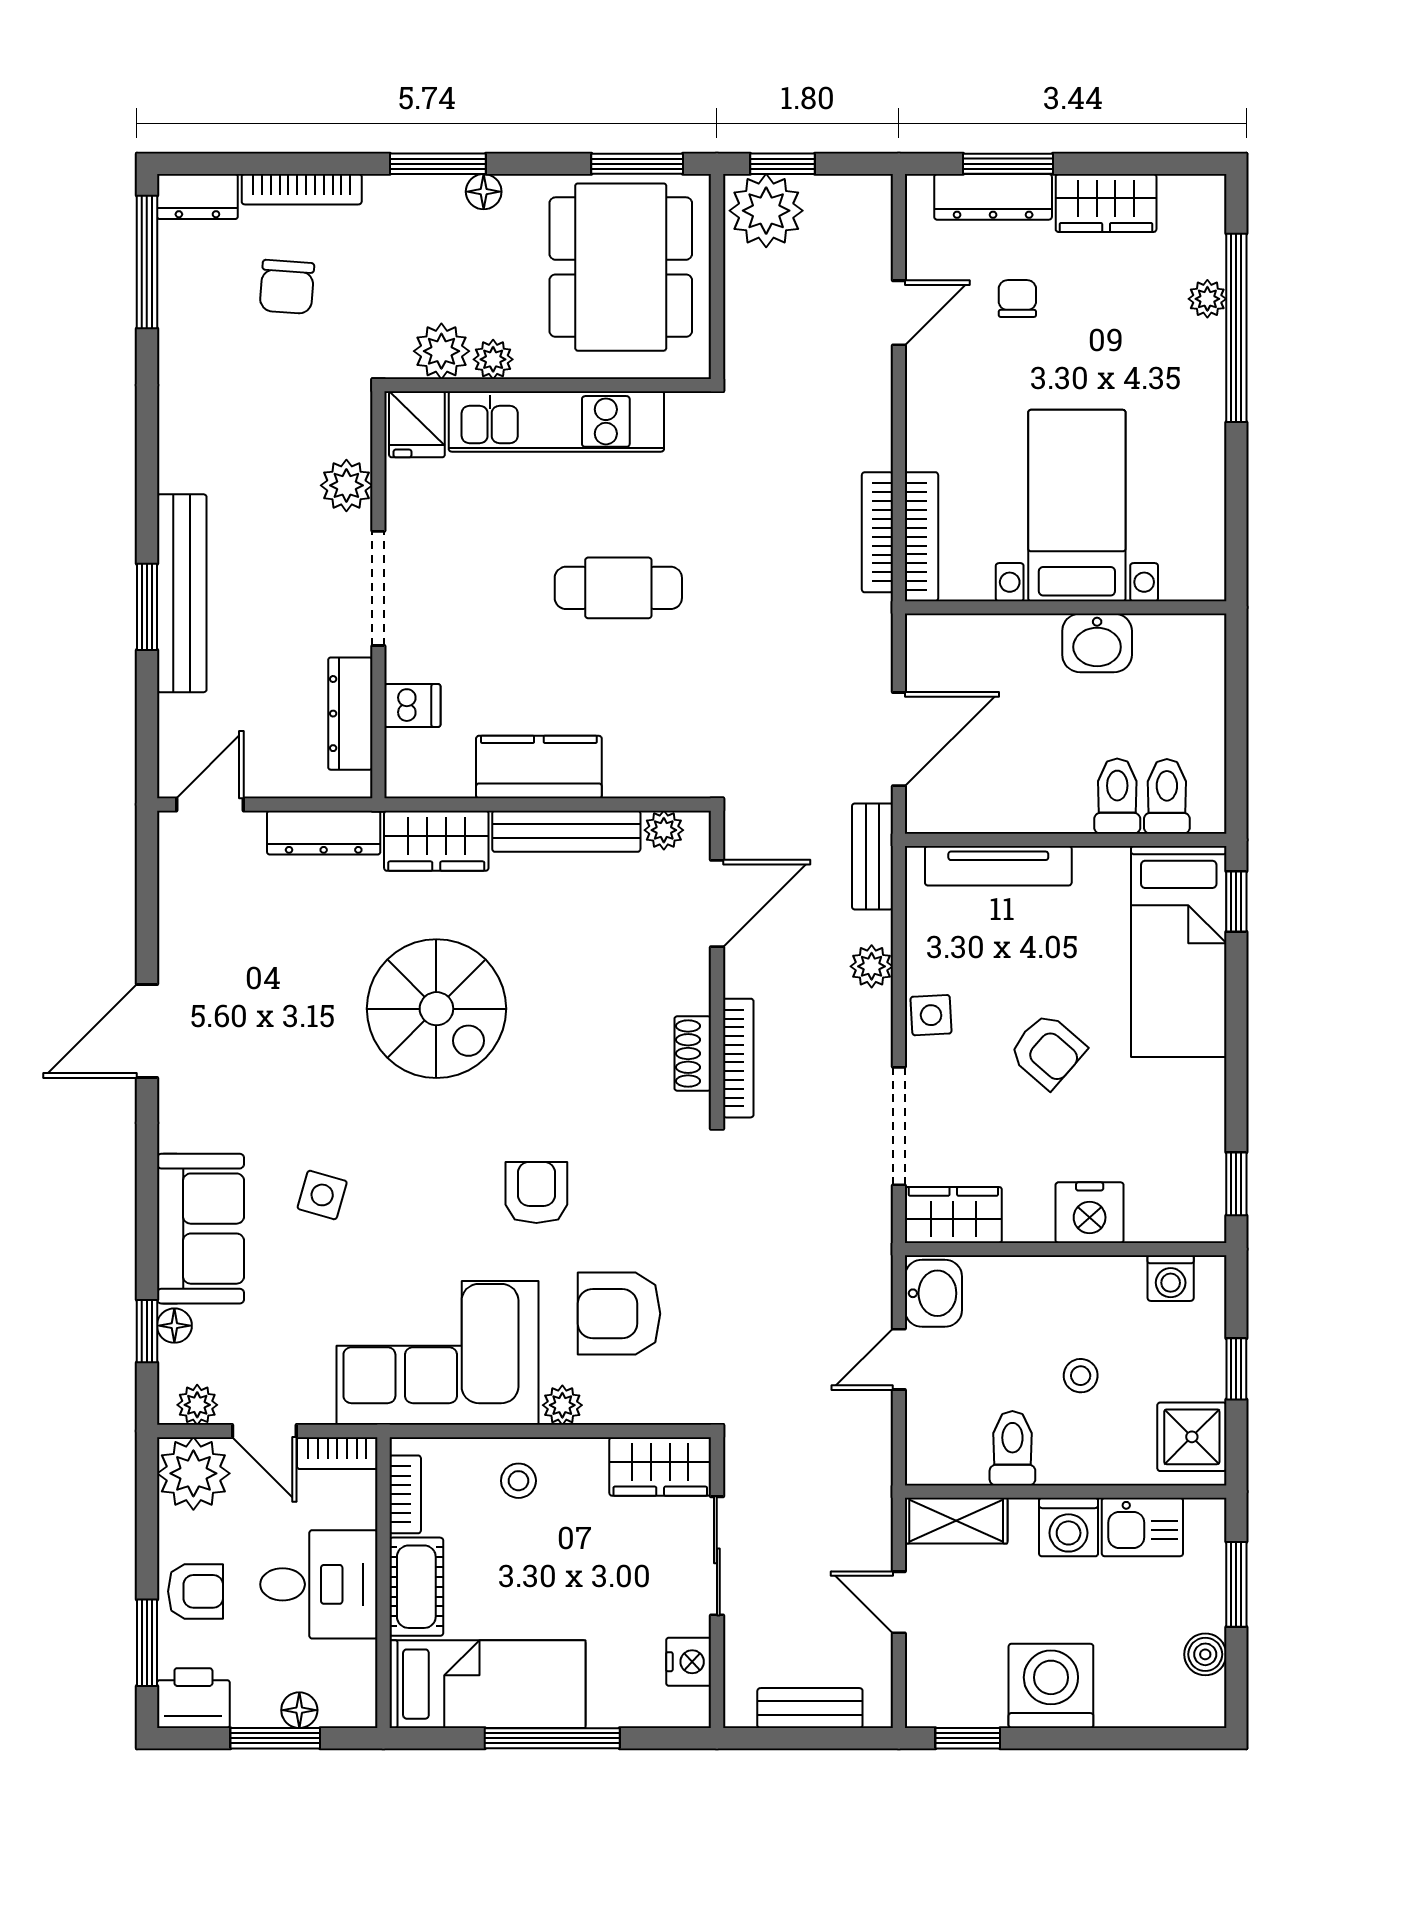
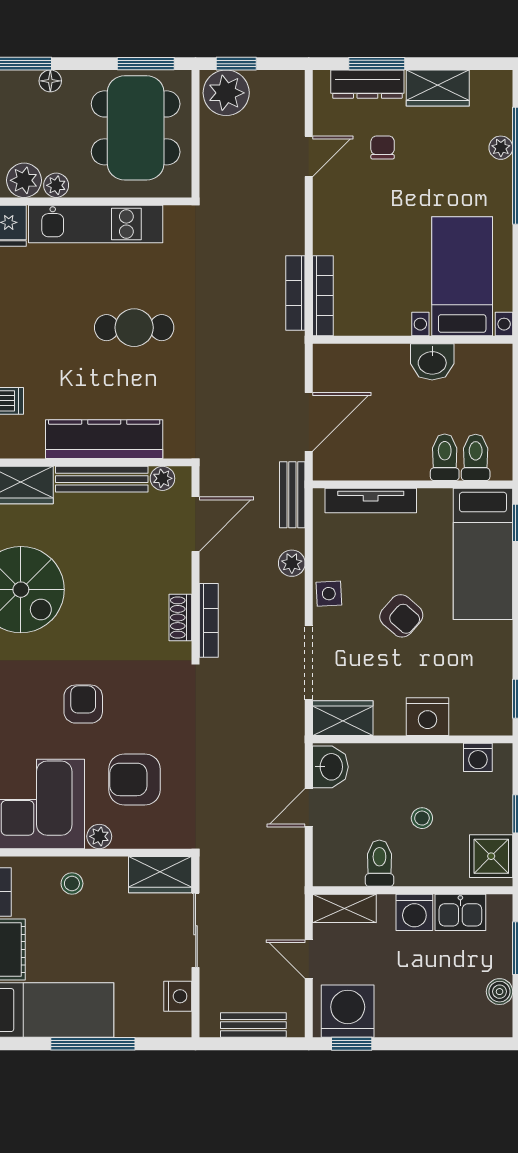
bed with nightstands: (1077, 506) -> (462, 276), moved
kitchen counter: (539, 767) -> (104, 439), width x1.50
washing machine: (1051, 1686) -> (348, 1011), moved

